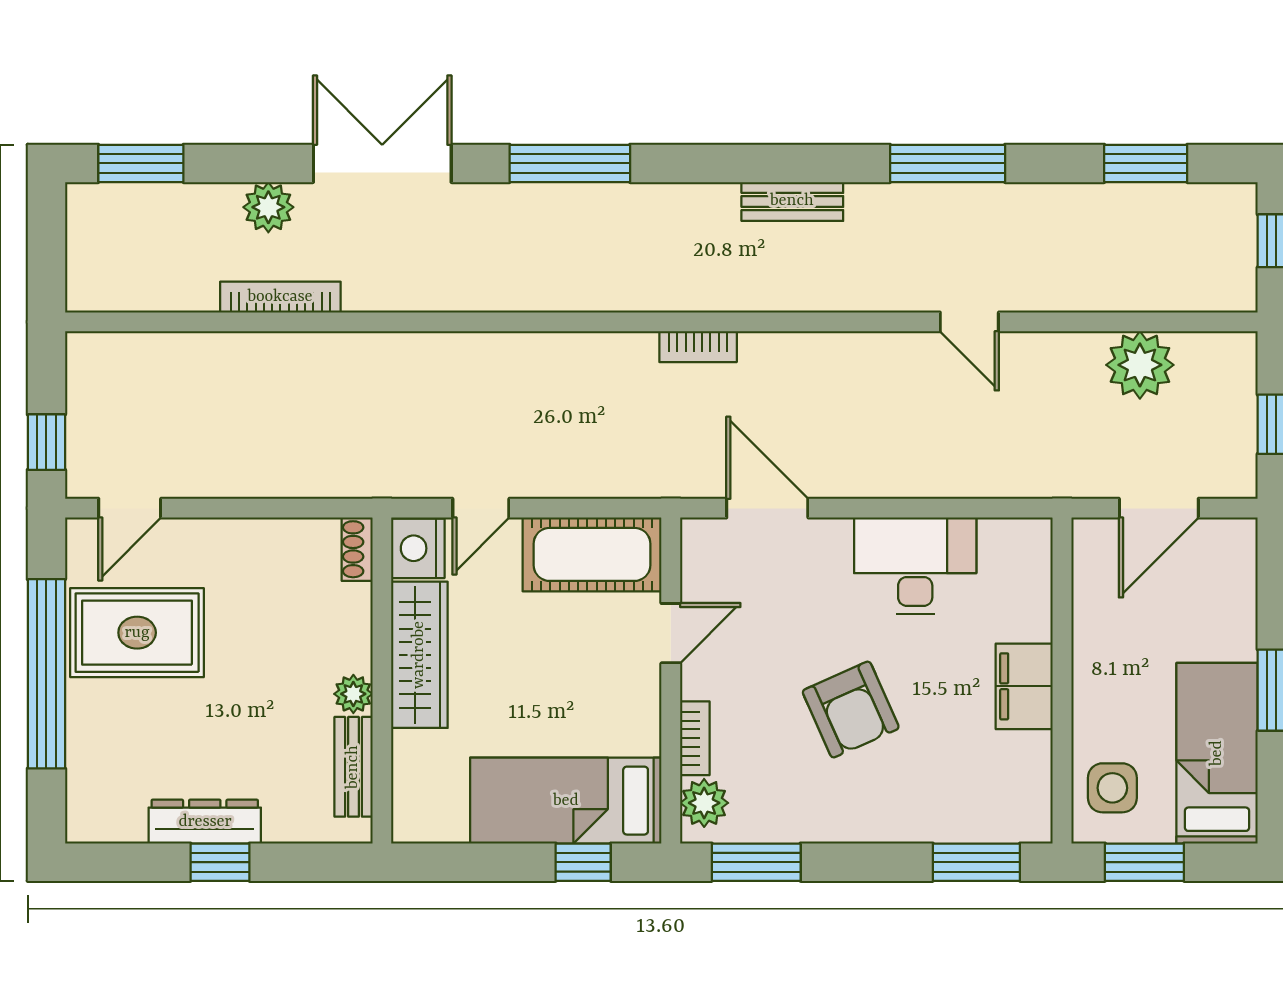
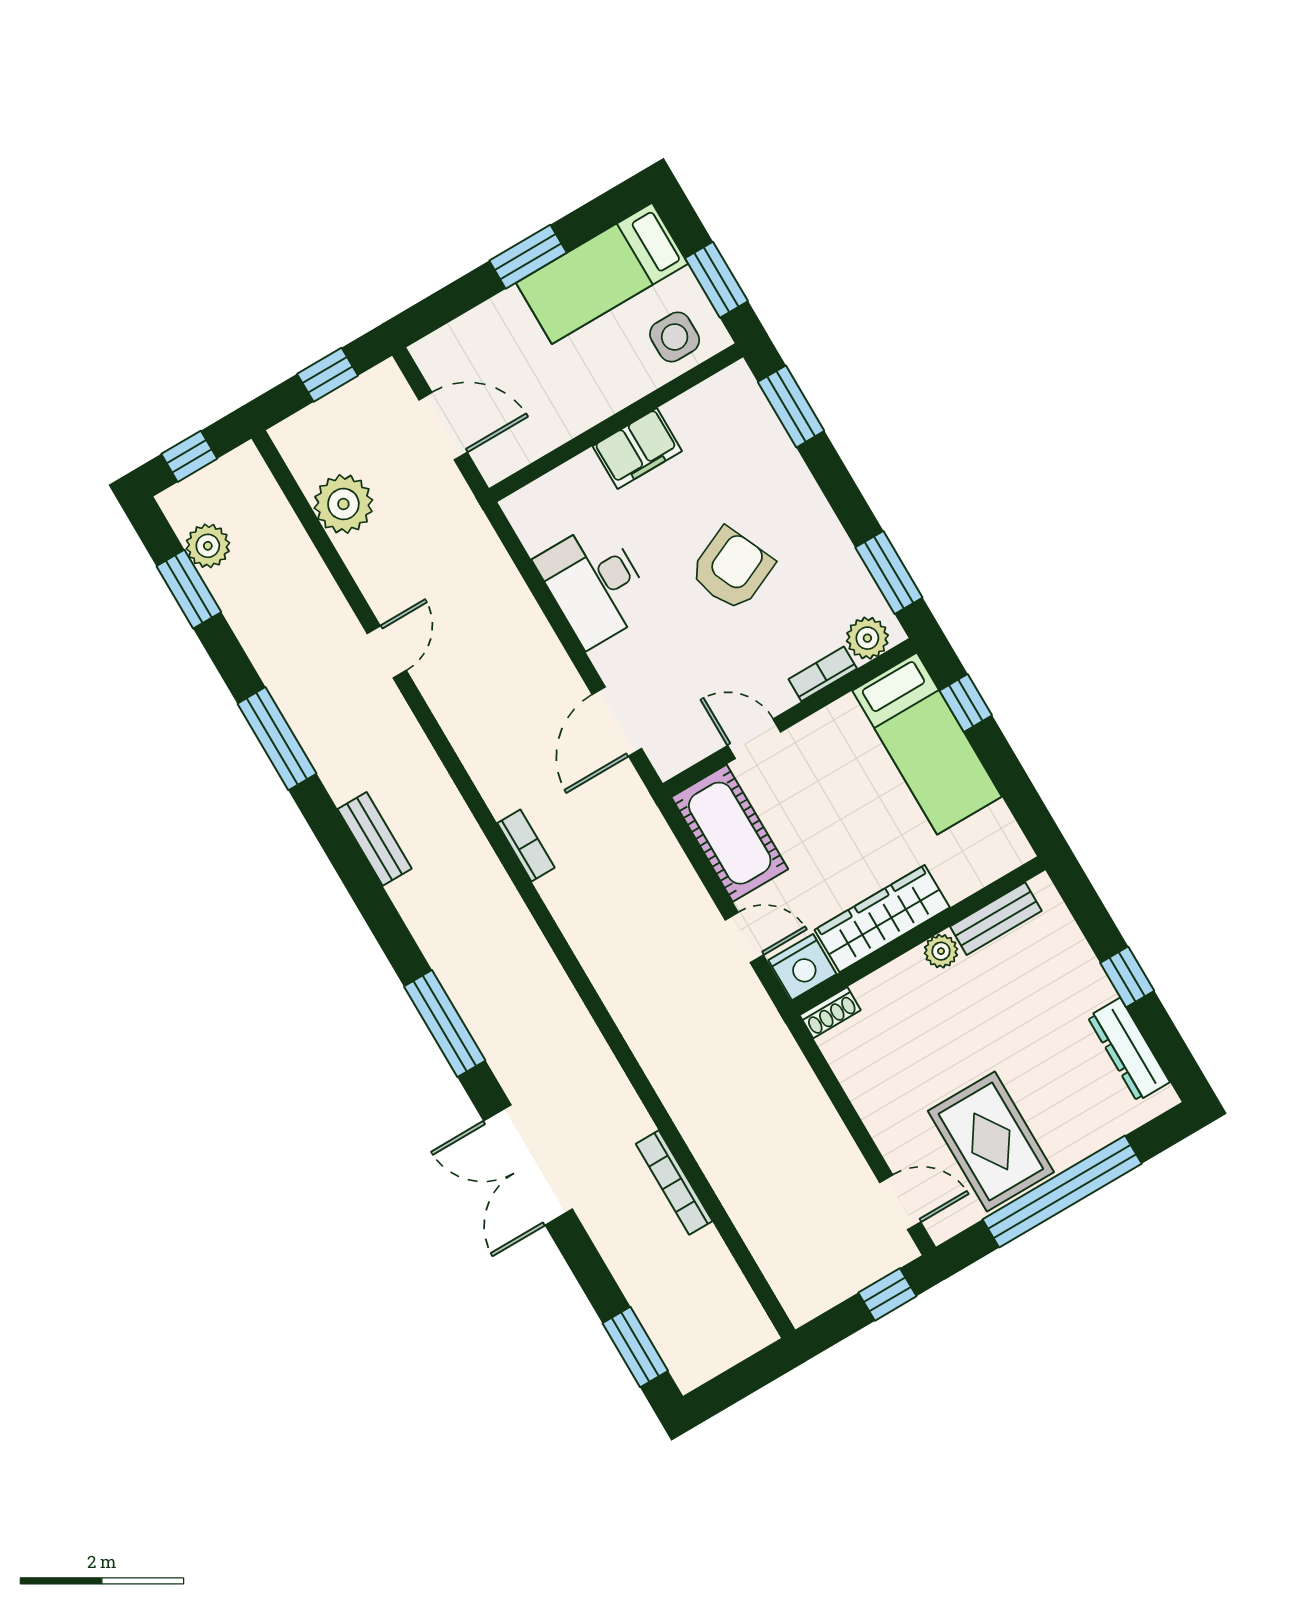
plant: (268, 207) -> (208, 546), moved
dresser: (205, 822) -> (1129, 1050), moved

